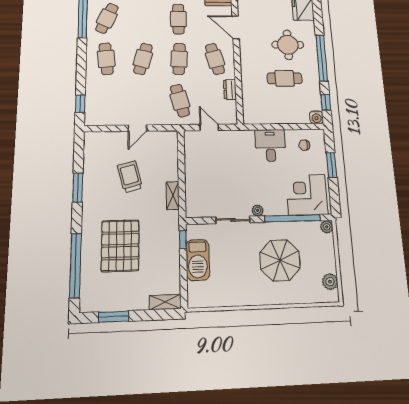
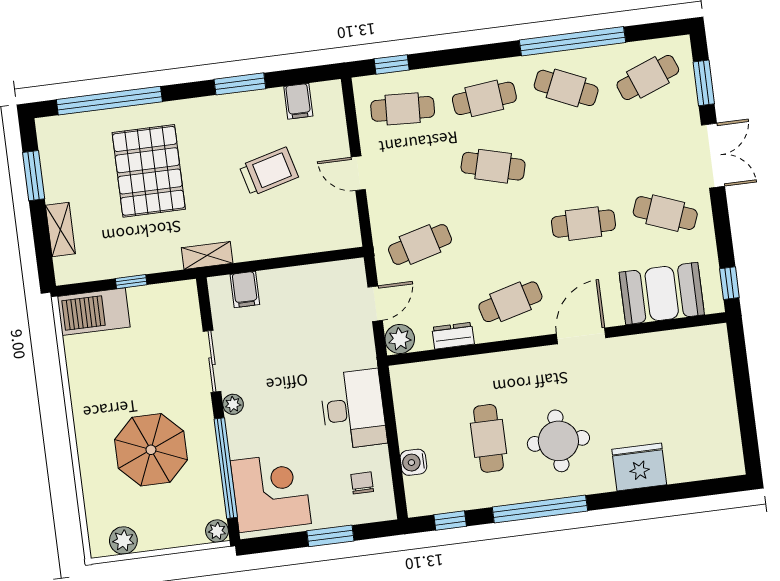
cafe table: (179, 59) -> (403, 109), moved
plant: (229, 117) -> (400, 339), added
water cooler: (316, 117) -> (413, 462), moved
desk: (270, 145) -> (353, 409), width x1.37
filing cabinet: (93, 156) -> (298, 101), added
shelving: (173, 196) -> (207, 255), moved
filing cabinet: (194, 197) -> (245, 289), added
window: (183, 240) -> (131, 282), moved
pallet: (120, 246) -> (149, 171), turned 90
barbecue: (198, 260) -> (94, 312), moved
shelving: (165, 302) -> (60, 229), moved

